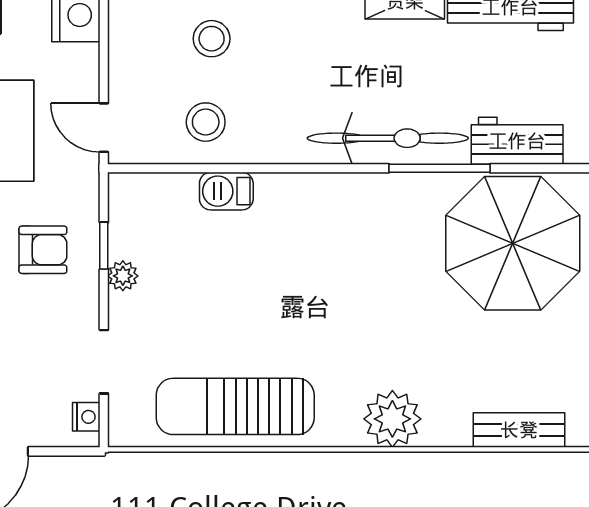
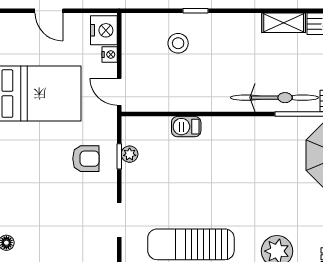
stool: (206, 122) -> (175, 89), removed
plant: (123, 276) -> (130, 154), moved
nightstand: (86, 417) -> (110, 55), moved

